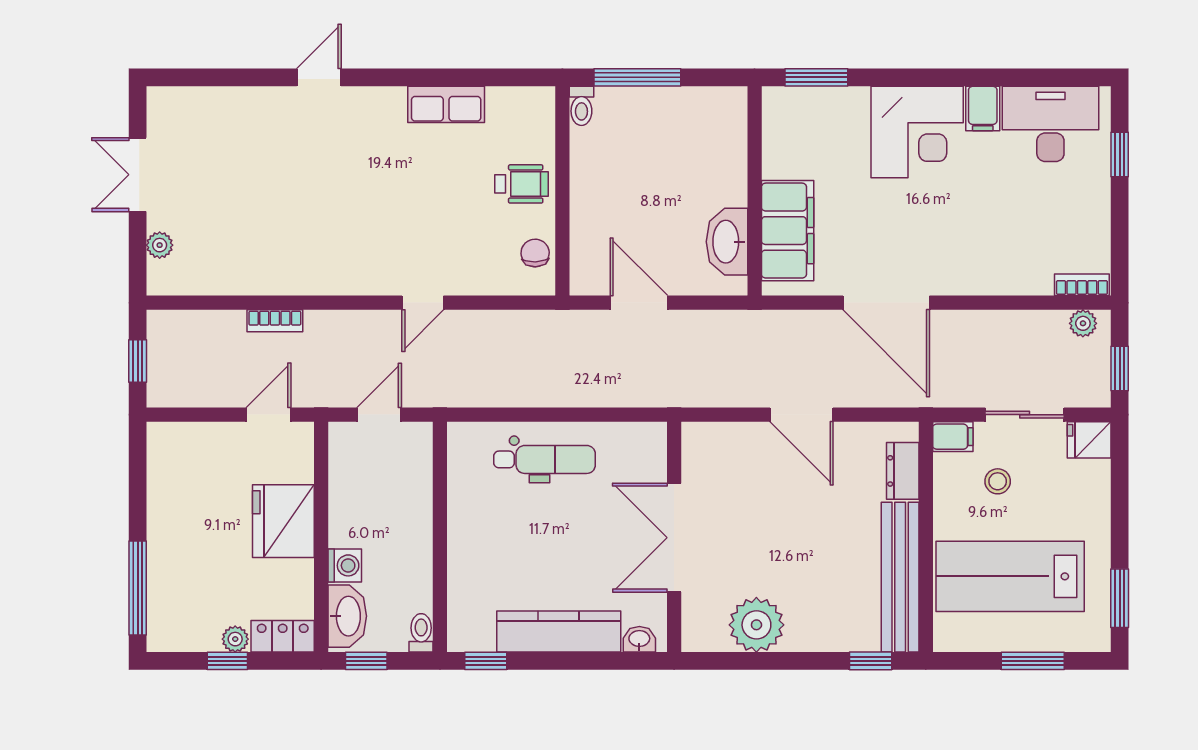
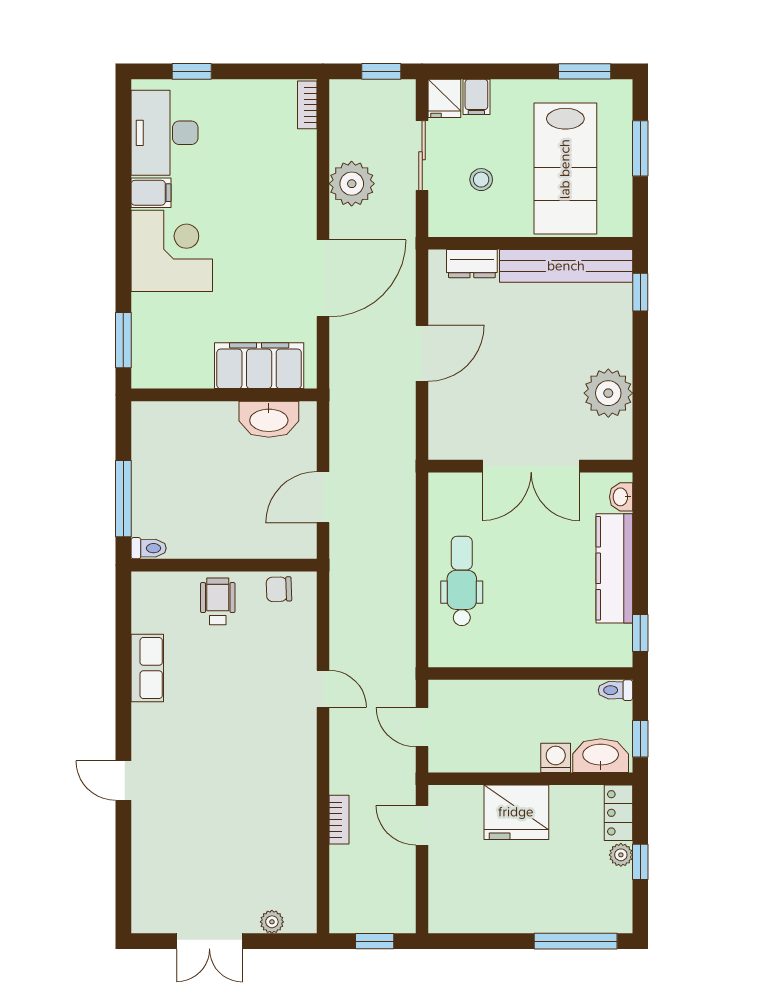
plant: (1083, 323) -> (352, 184), moved, width x1.88, depth x1.88
filing cabinet: (953, 437) -> (476, 97), moved, turned 180

